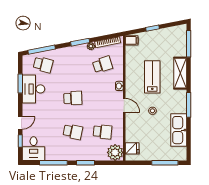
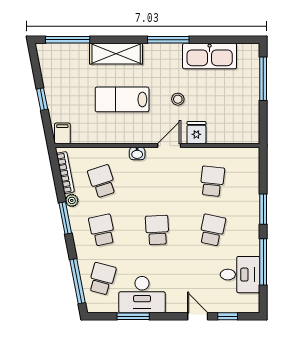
school desk: (73, 65) -> (102, 230), added
fridge: (132, 148) -> (196, 133), moved
desk: (34, 149) -> (240, 275), moved
plant: (115, 152) -> (246, 161), removed

